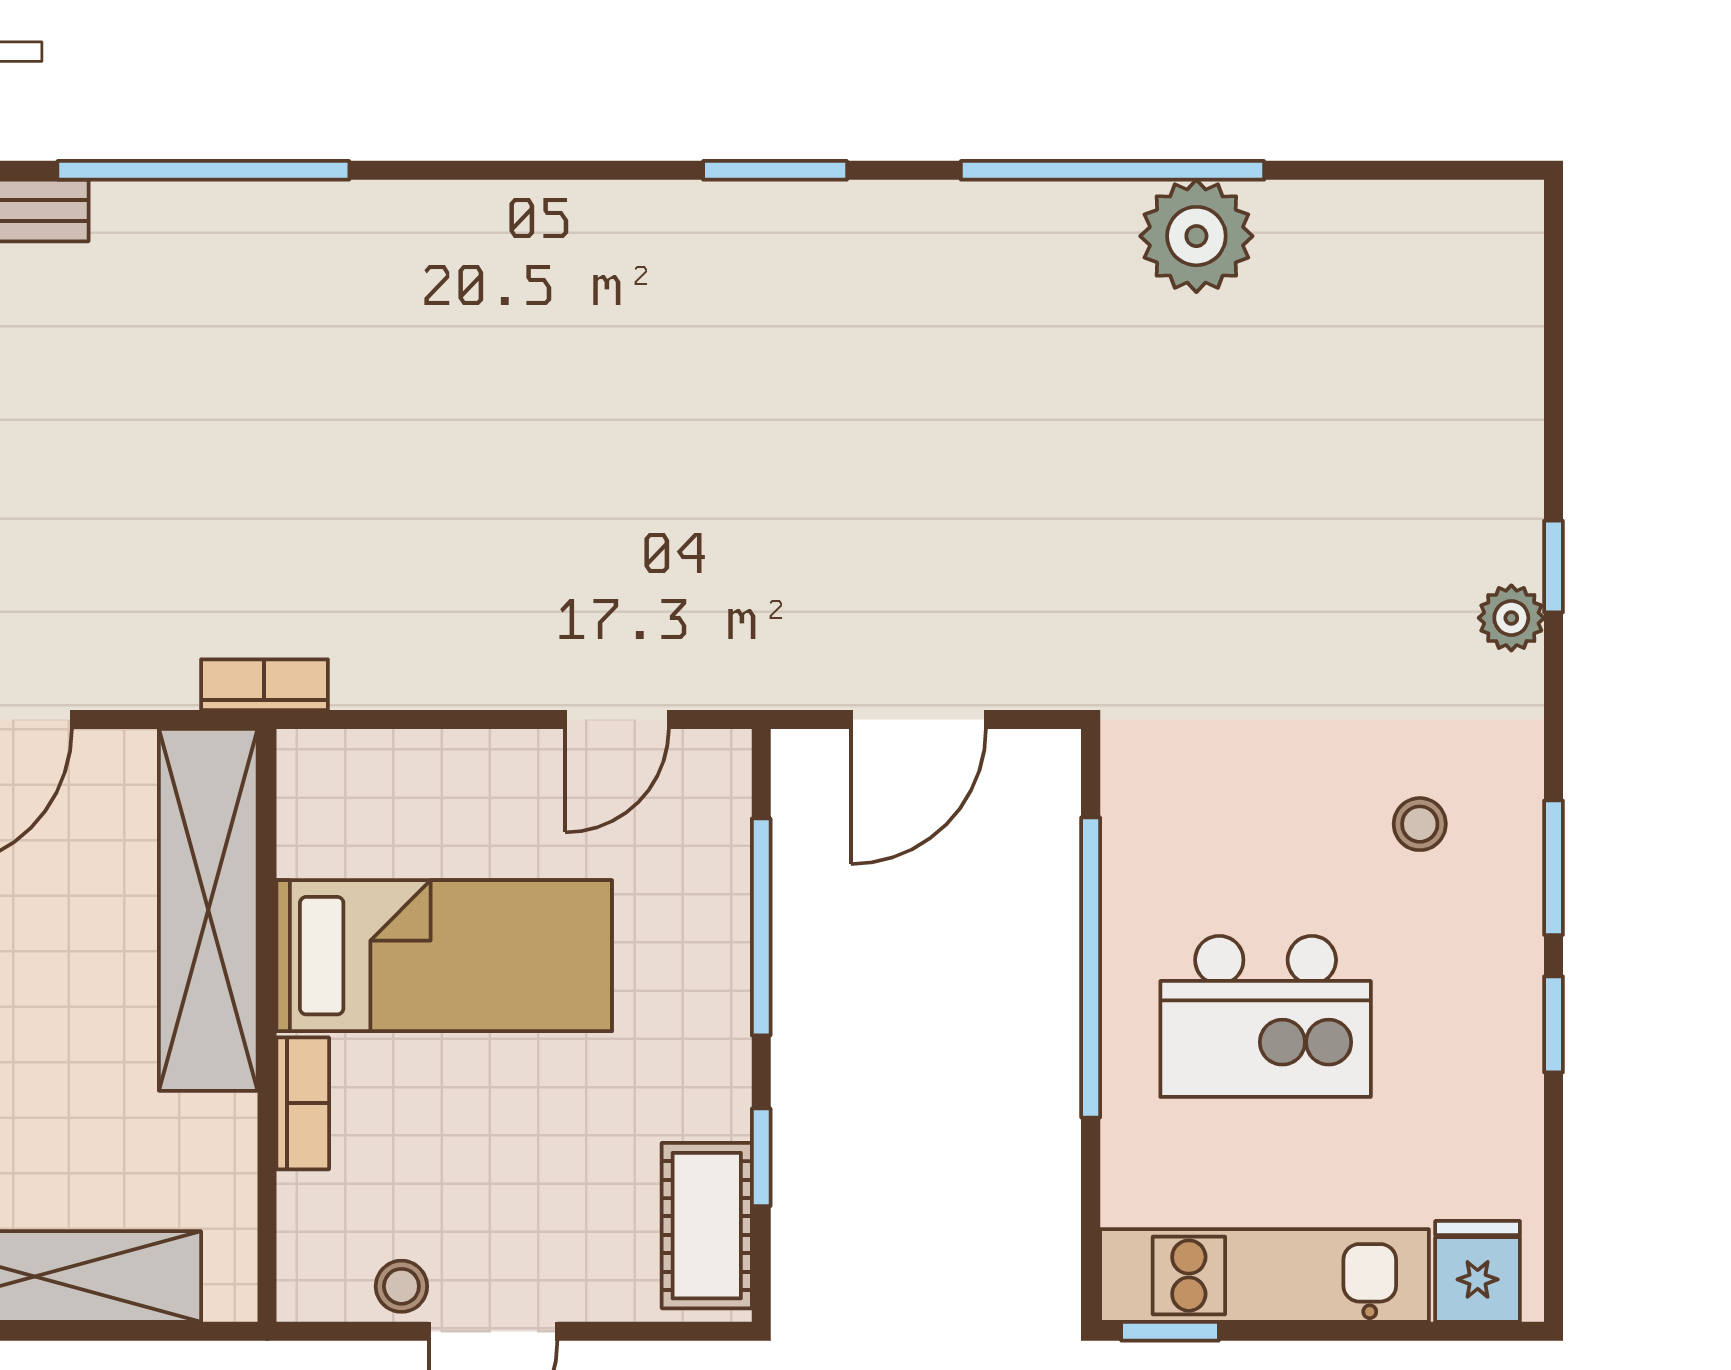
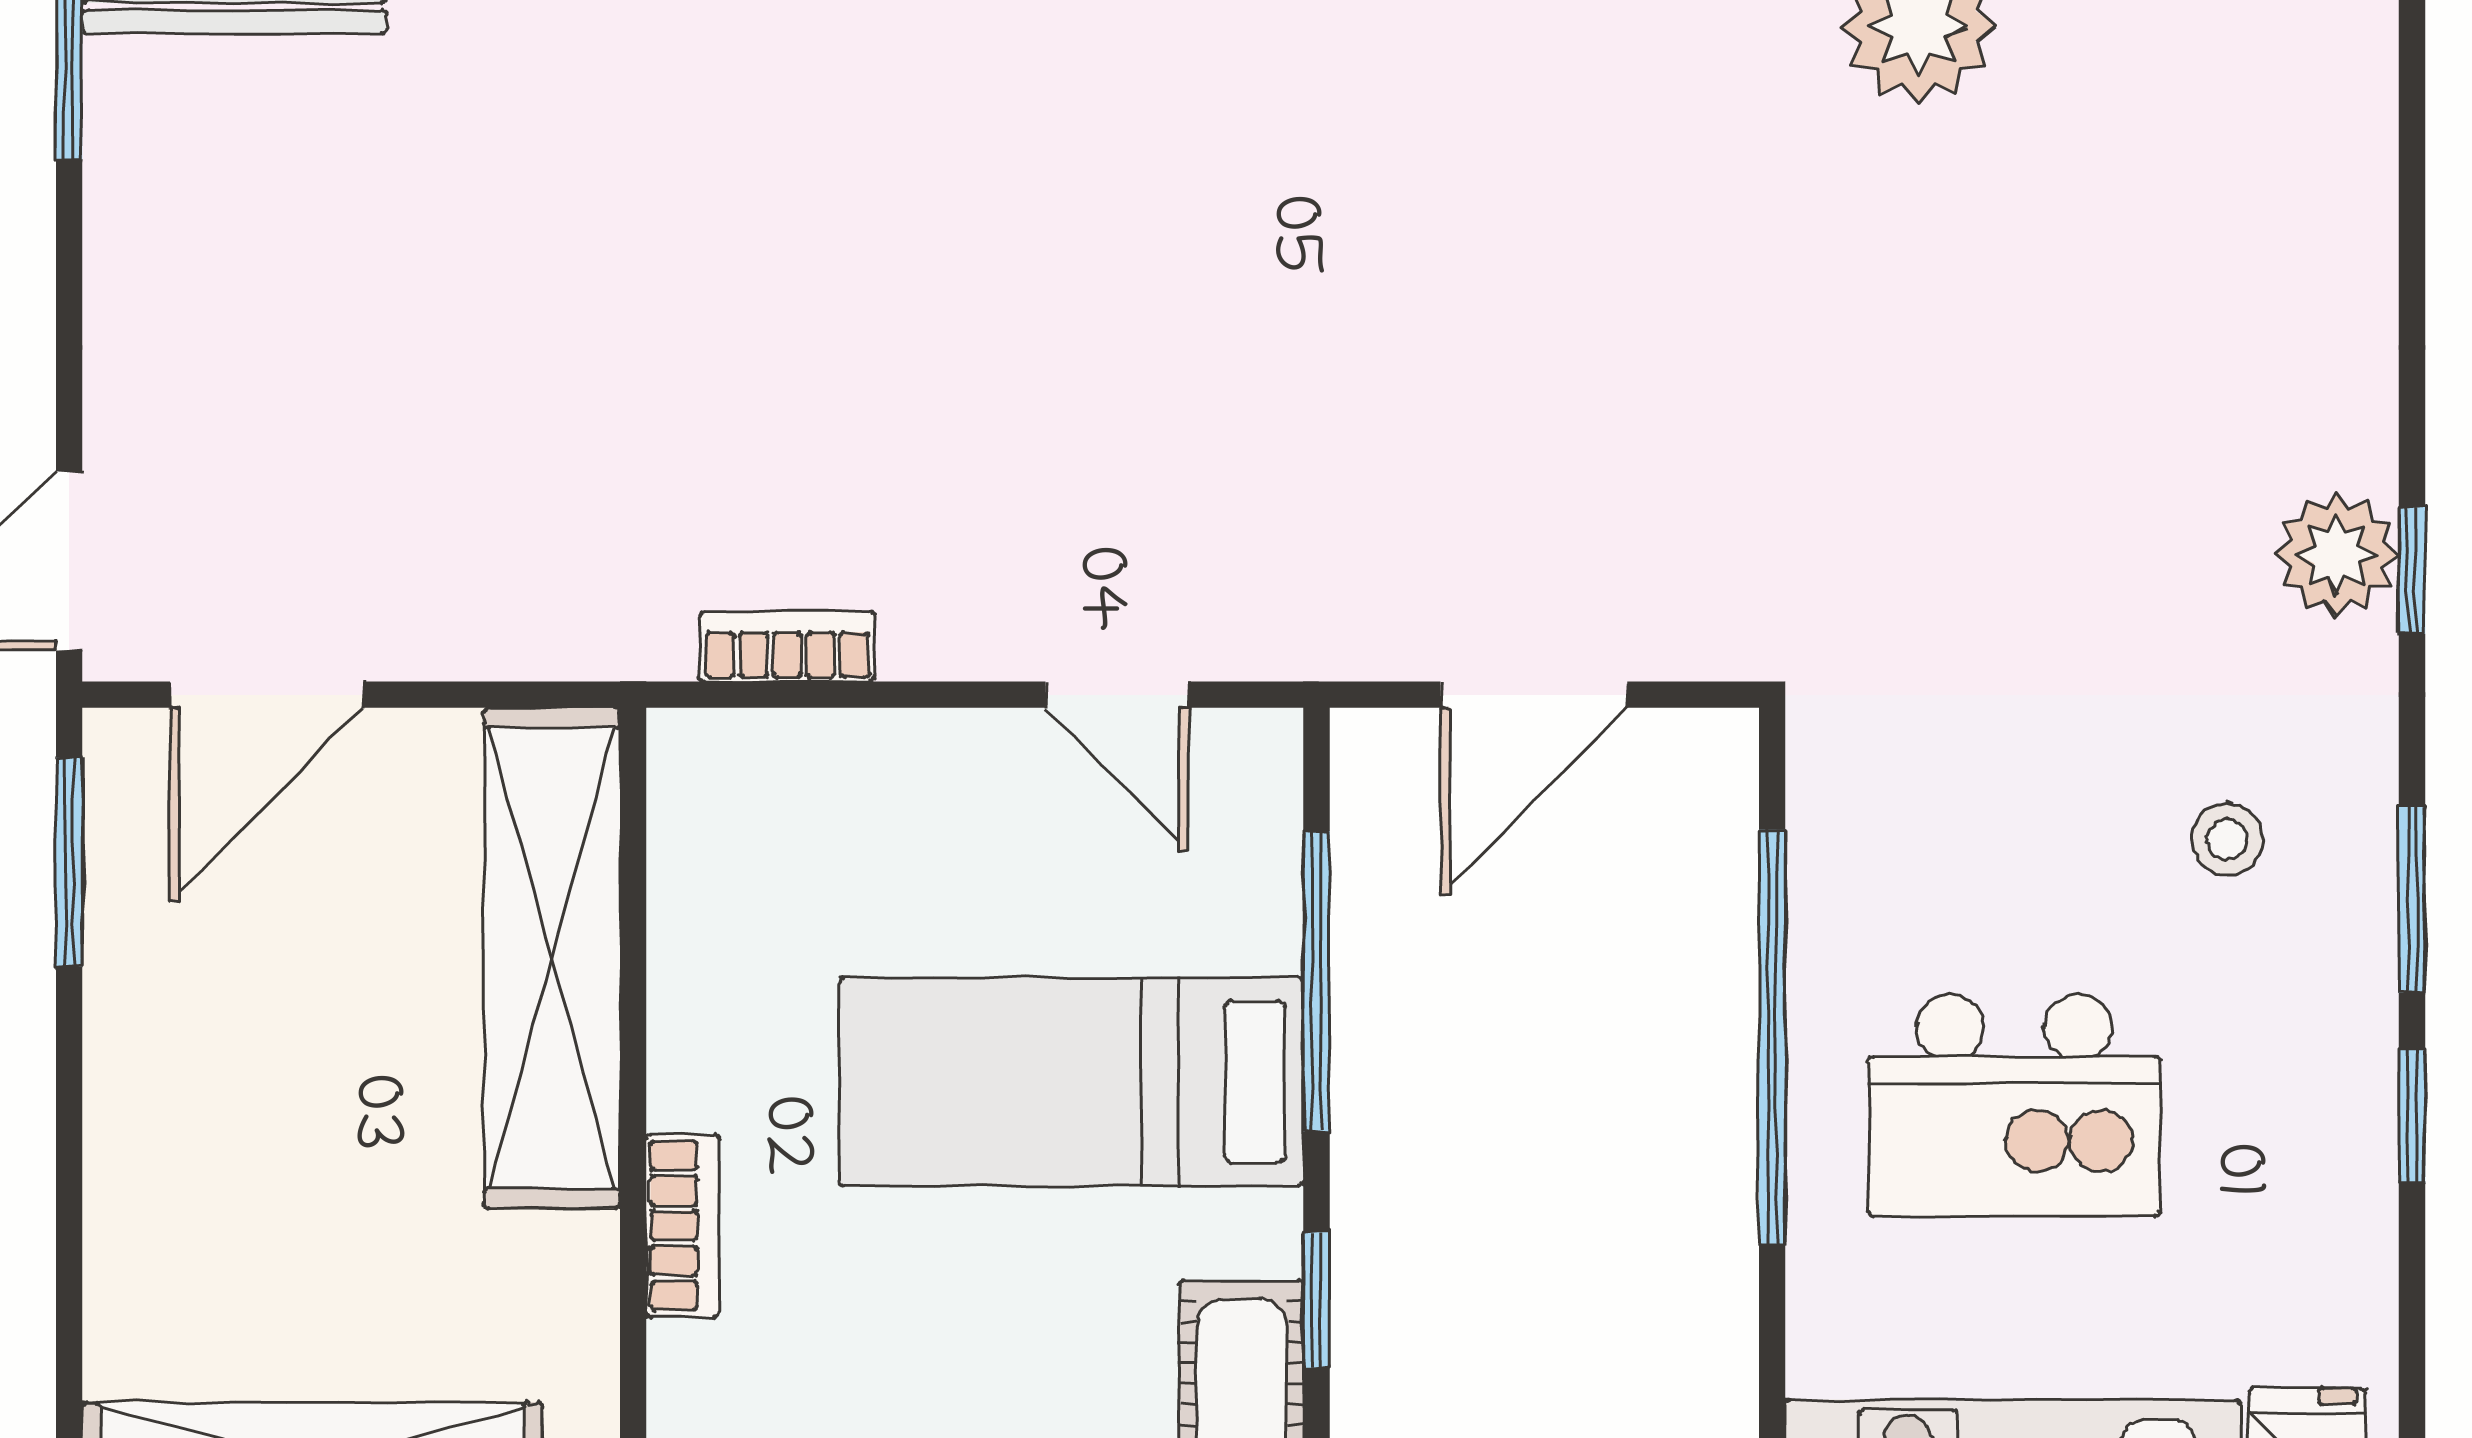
window: (1553, 567) -> (2412, 570), moved
plant: (1511, 618) -> (2337, 554), width x1.38, depth x1.38
bookcase: (264, 685) -> (787, 647), moved
door: (617, 719) -> (1117, 695), hinge flipped
bed: (444, 956) -> (1072, 1082), moved, turned 180

